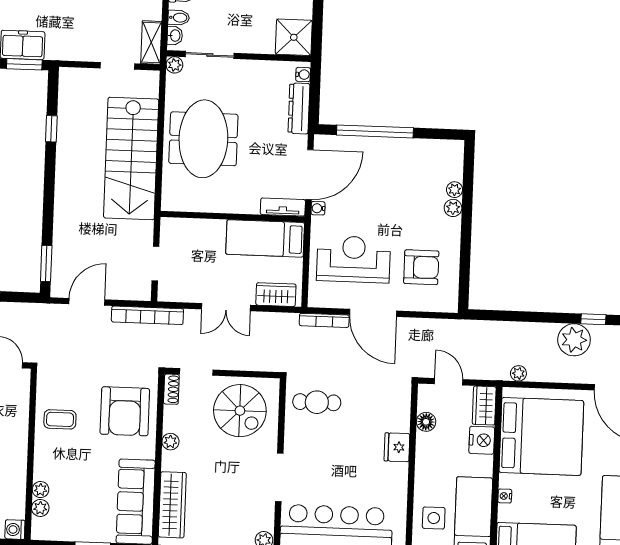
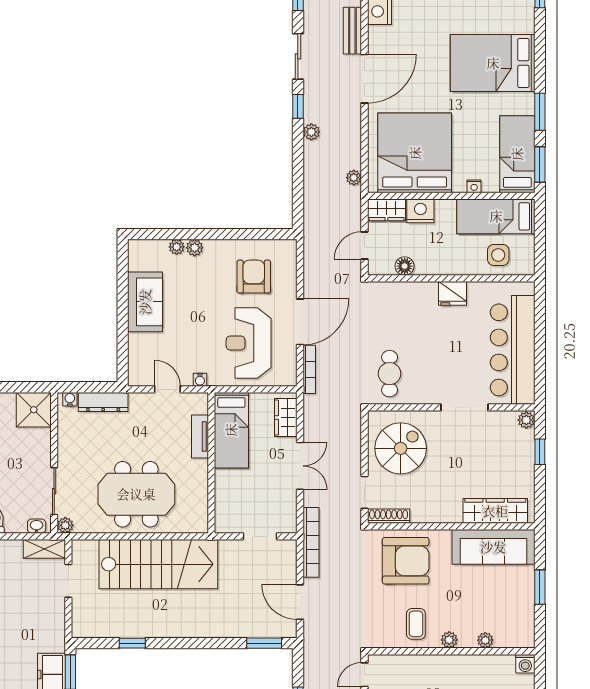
bidet: (179, 18) -> (19, 523), removed
window: (375, 131) -> (123, 327), removed
sofa: (400, 155) -> (145, 302), added
door: (309, 175) -> (167, 389), width x0.53
tv unit: (283, 207) -> (200, 437), moved
plant: (574, 340) -> (311, 132), width x0.53, depth x0.53
shoe rack: (171, 389) -> (389, 516), width x1.43
plant: (170, 442) -> (434, 515), removed
fridge: (397, 447) -> (452, 293), moved
plant: (40, 508) -> (449, 640), moved

